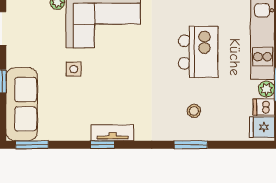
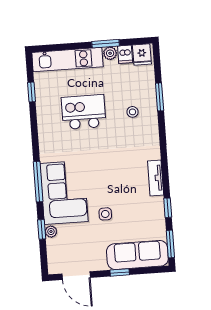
window: (103, 145) -> (168, 208), moved
window: (191, 145) -> (160, 97), moved

